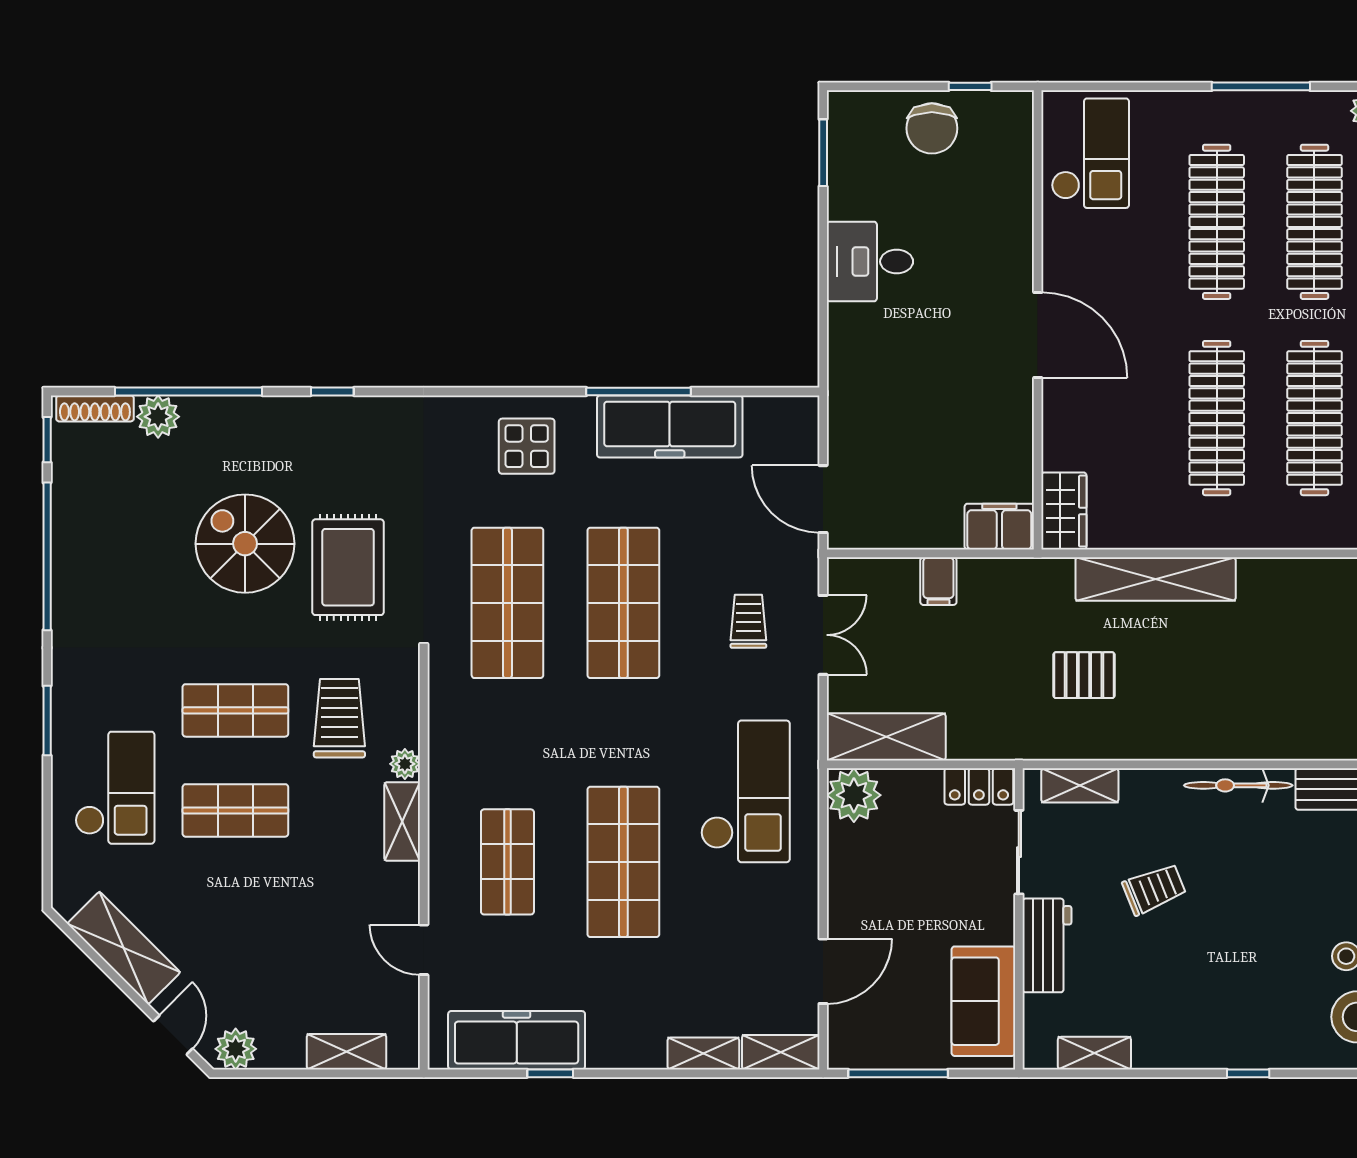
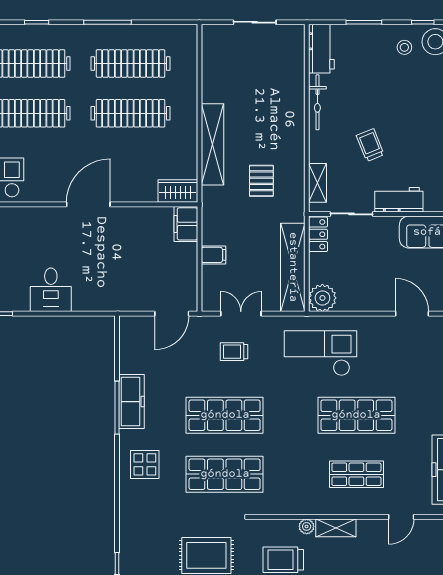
freezer: (670, 426) -> (131, 402), width x0.73, depth x0.79
shelving: (886, 737) -> (293, 267), width x1.47

